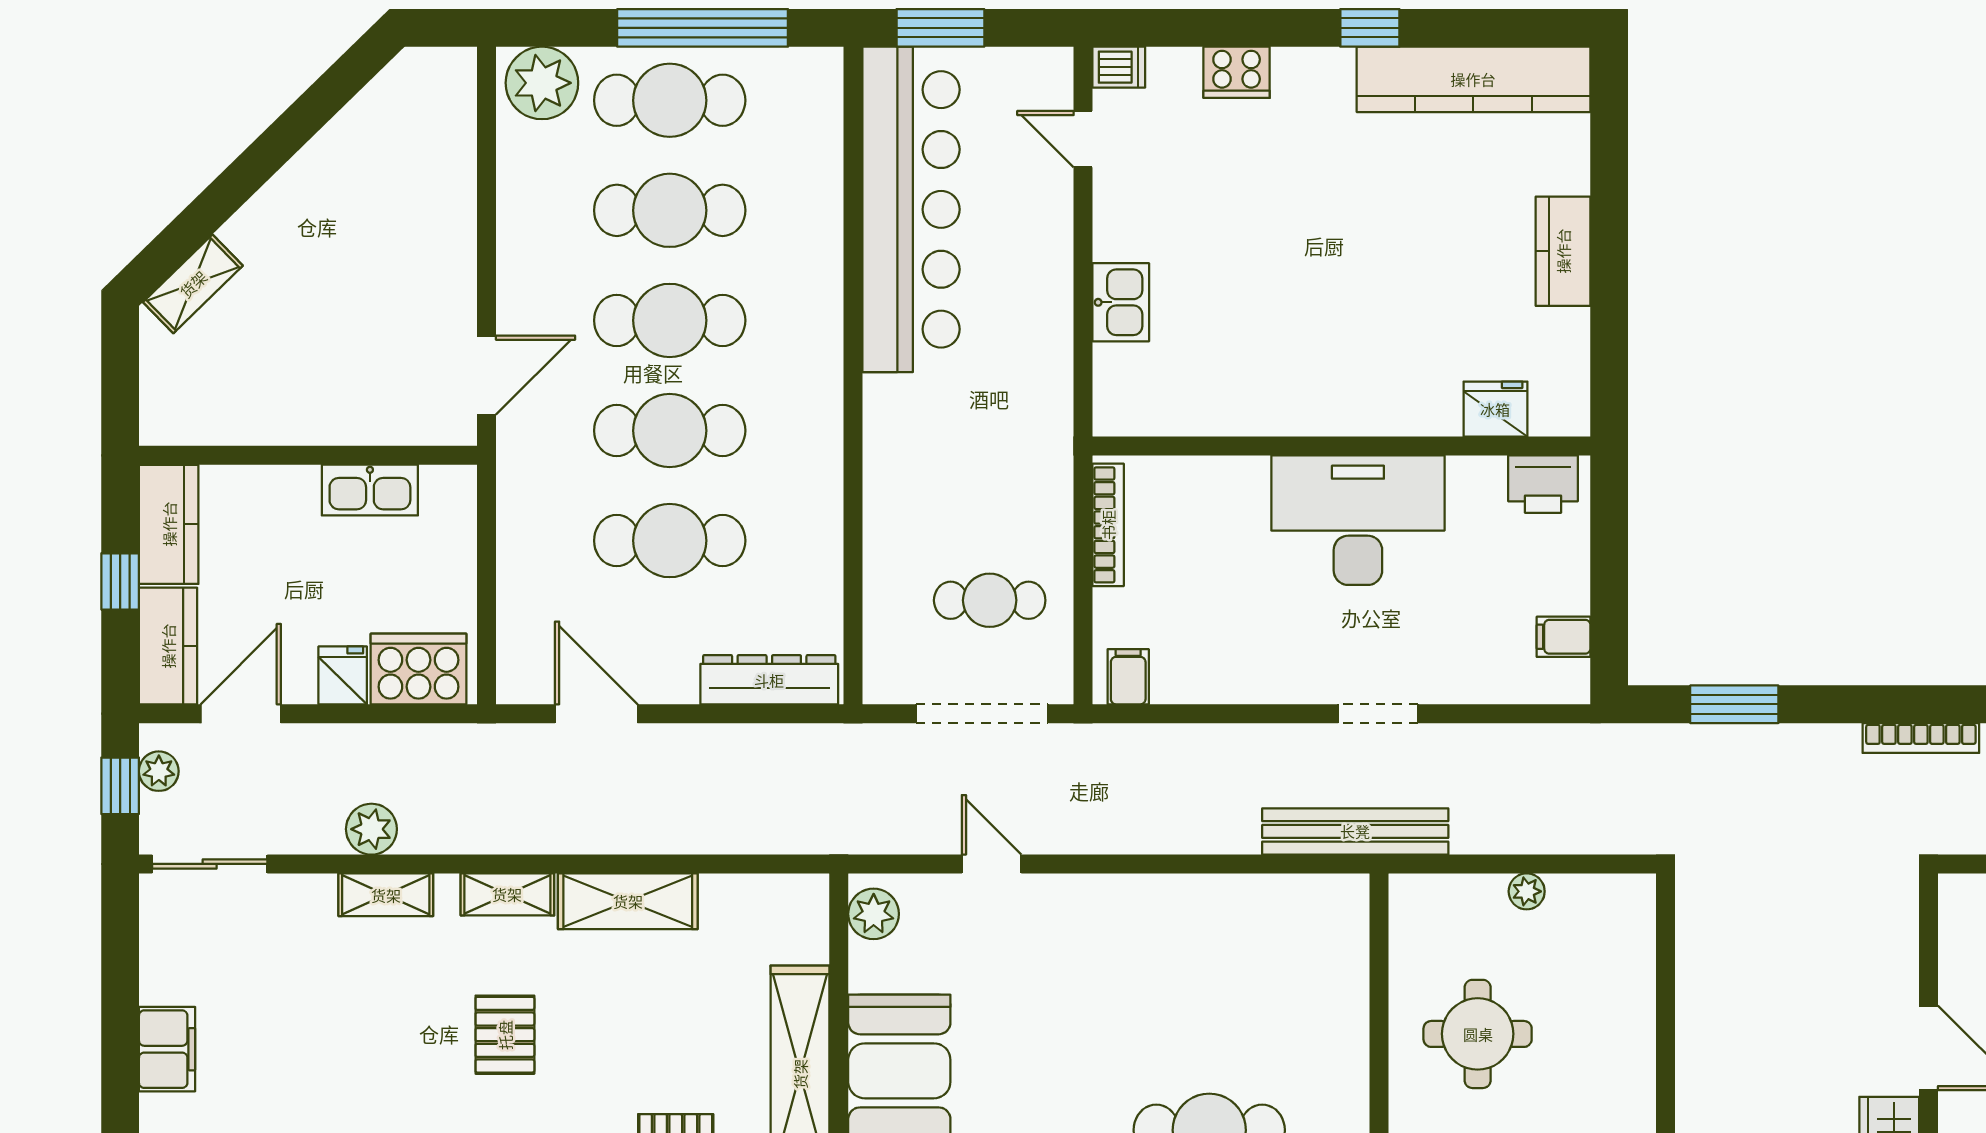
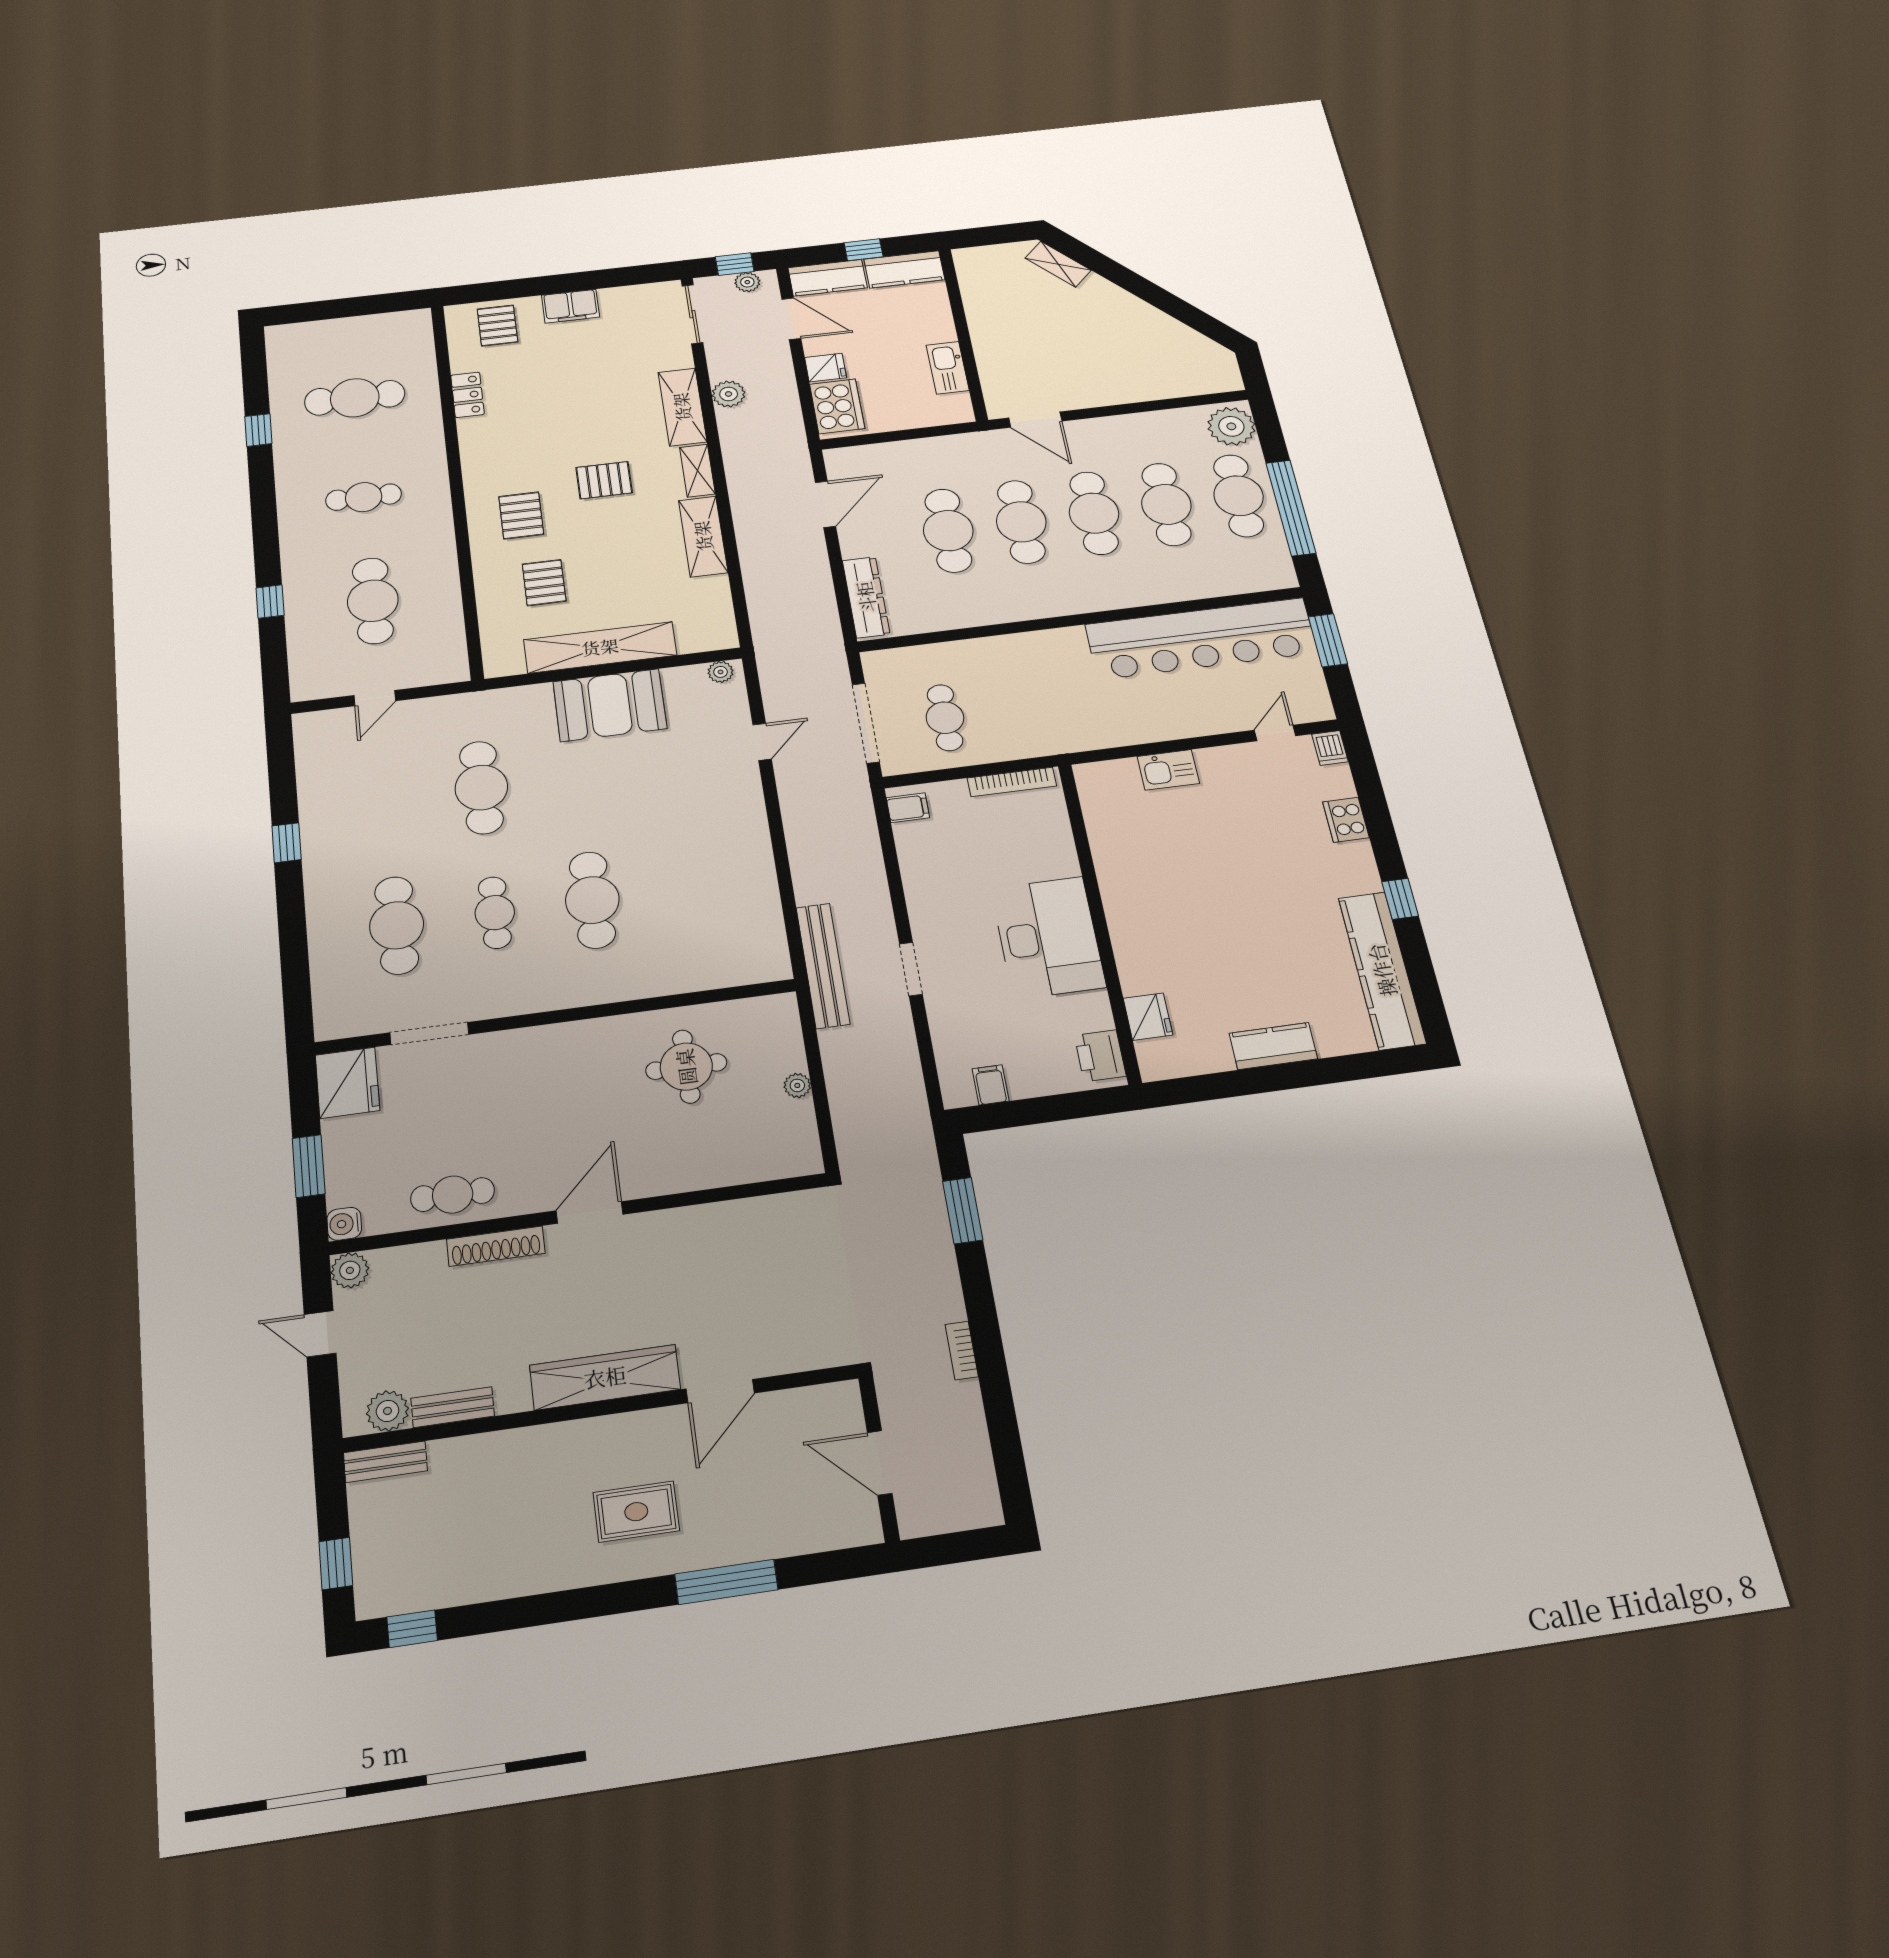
bookcase: (1921, 738) -> (962, 1350), width x0.64
shelving: (386, 895) -> (682, 407), width x1.50, depth x1.33
plant: (874, 914) -> (721, 672), width x0.73, depth x0.73

